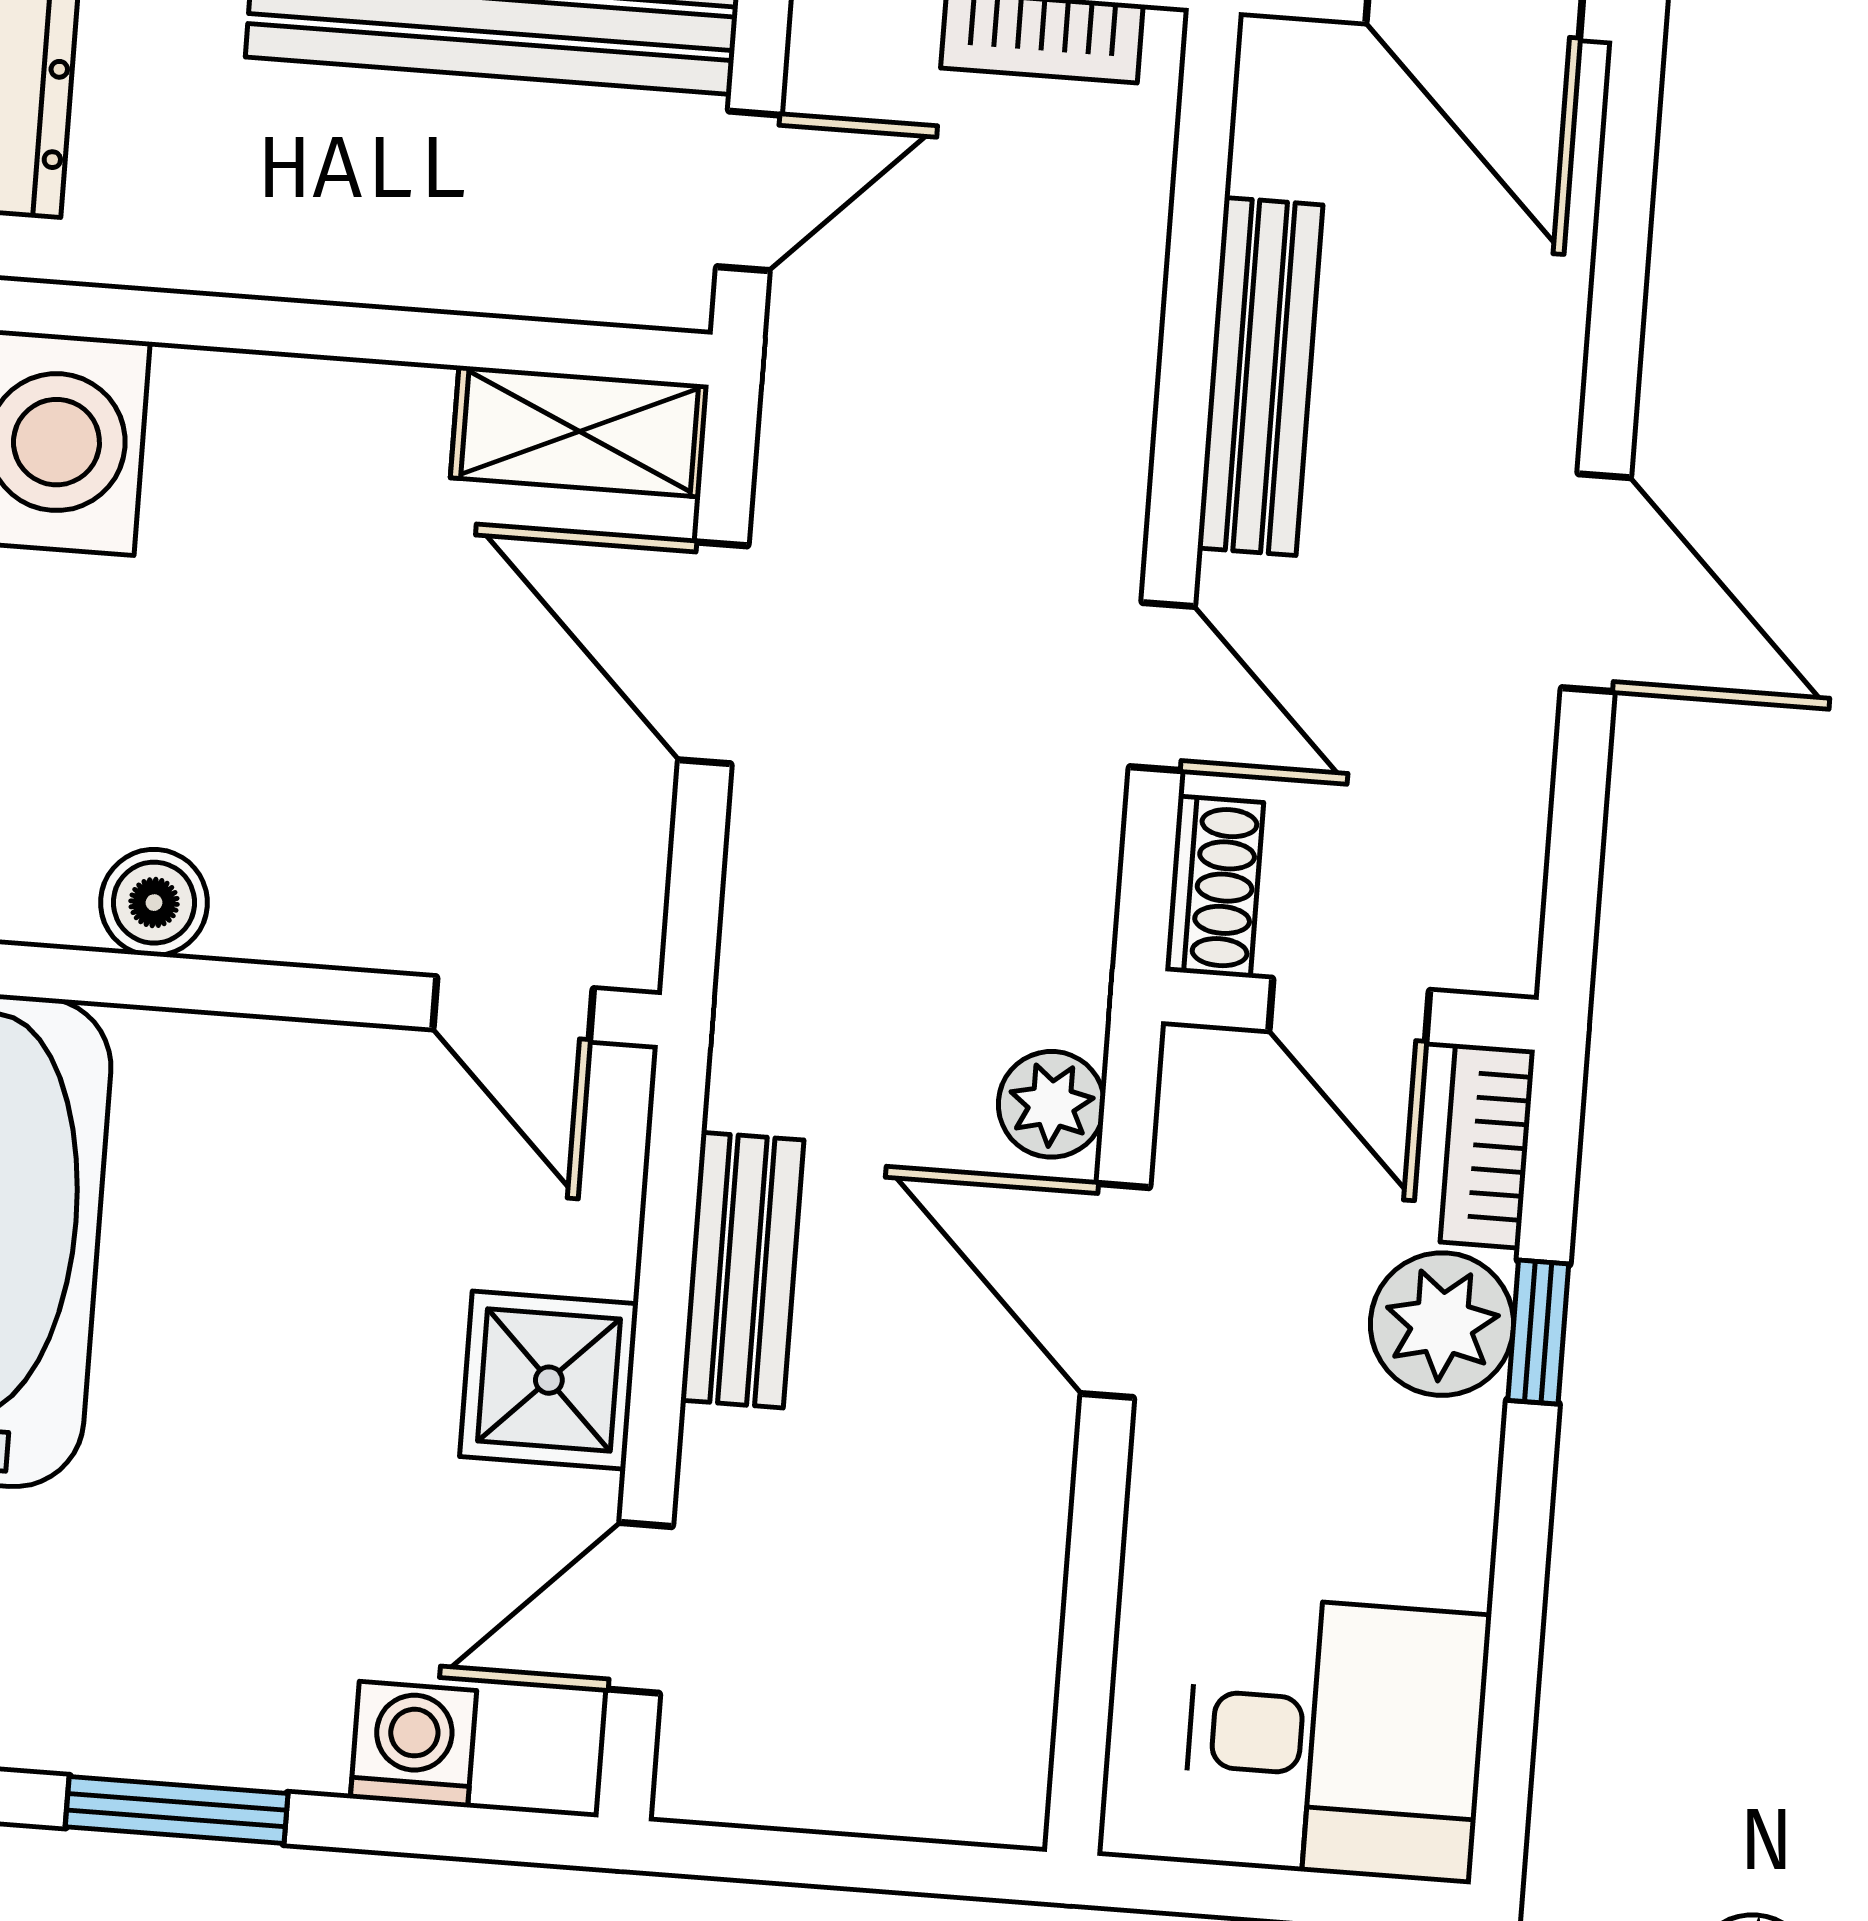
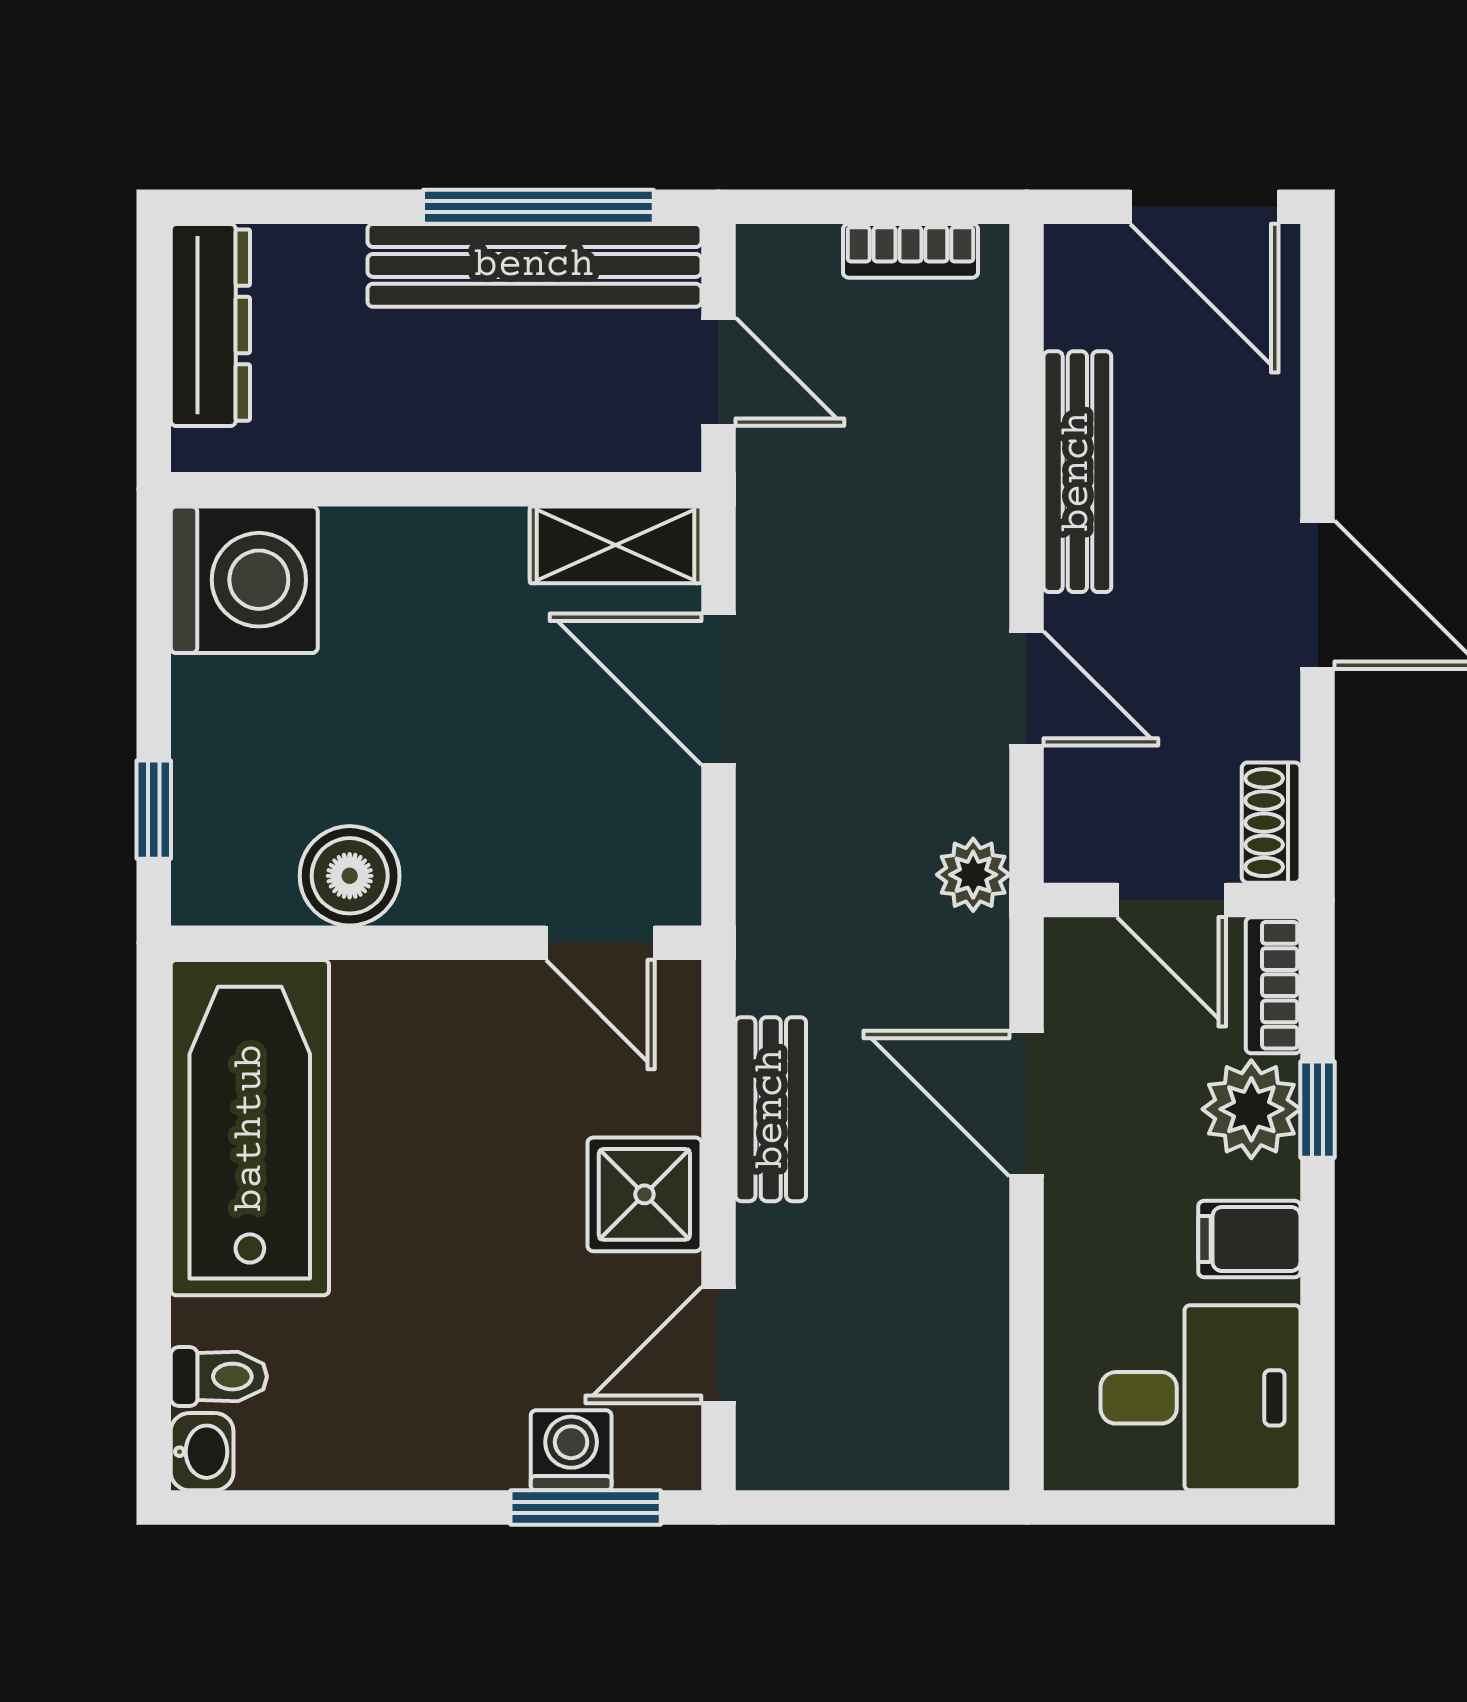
door: (749, 191) -> (718, 372), hinge flipped
shoe rack: (1214, 887) -> (1271, 823), moved, turned 180
boiler: (154, 903) -> (350, 876), width x1.36, depth x1.36
plant: (1051, 1104) -> (973, 875), moved
filing cabinet: (1425, 1513) -> (1249, 1239), added
window: (177, 1810) -> (586, 1508), moved

